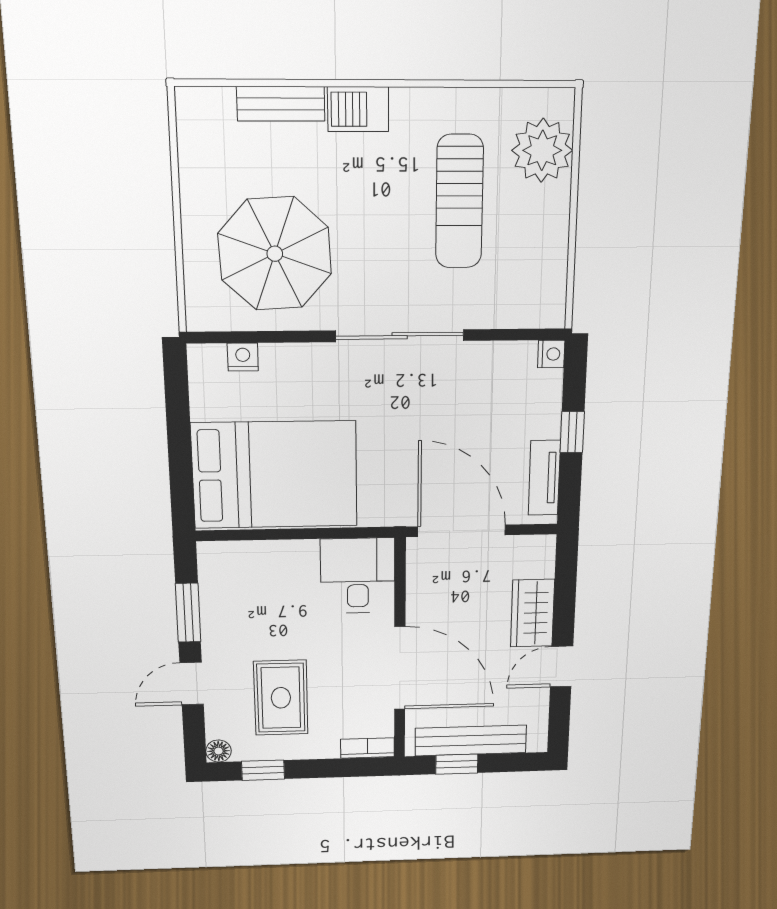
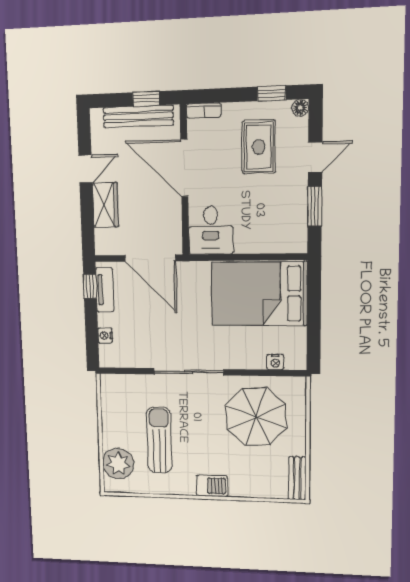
bench: (281, 104) -> (297, 478), moved, turned 90
nightstand: (551, 354) -> (105, 335), moved
window: (572, 432) -> (90, 286), moved

